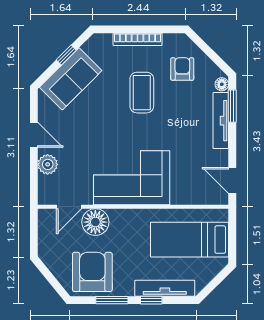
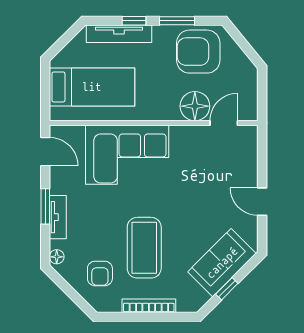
coffee table: (142, 93) -> (144, 248), width x1.36, depth x1.32
window: (232, 106) -> (45, 206), moved
tv unit: (221, 121) -> (58, 217), width x0.71
plant: (48, 164) -> (247, 169), removed
corner sofa: (132, 178) -> (127, 155), moved
armchair: (92, 272) -> (198, 52), turned 90

